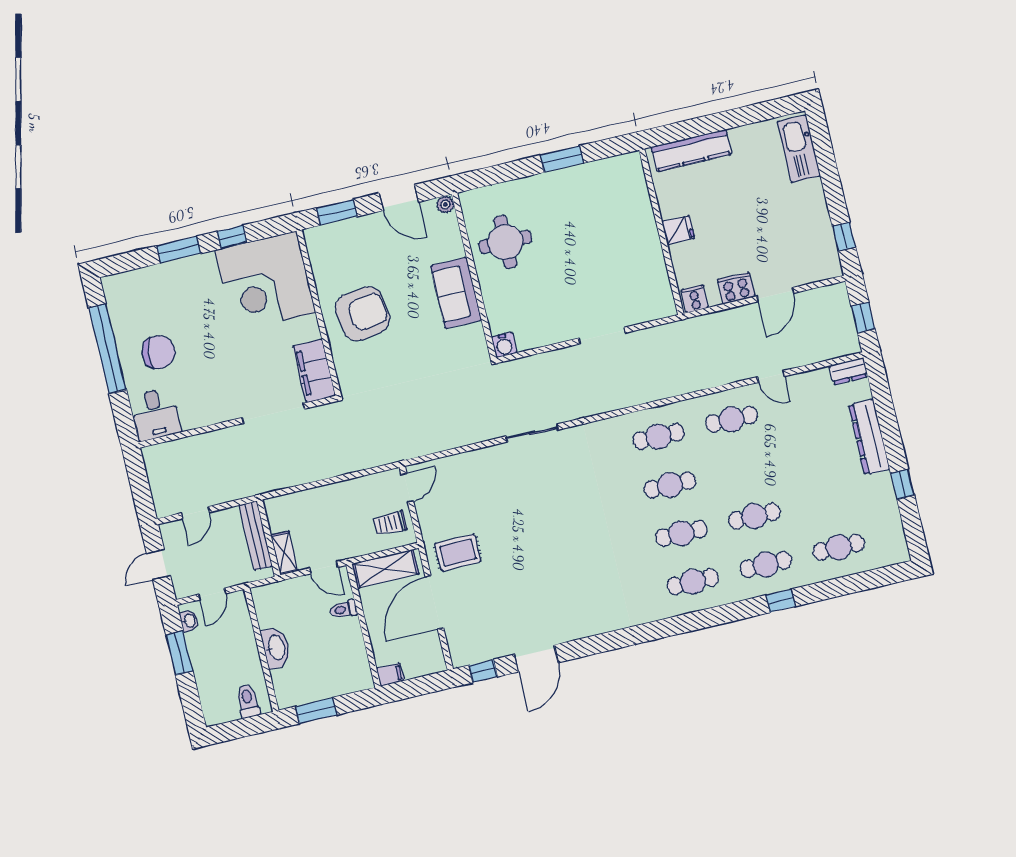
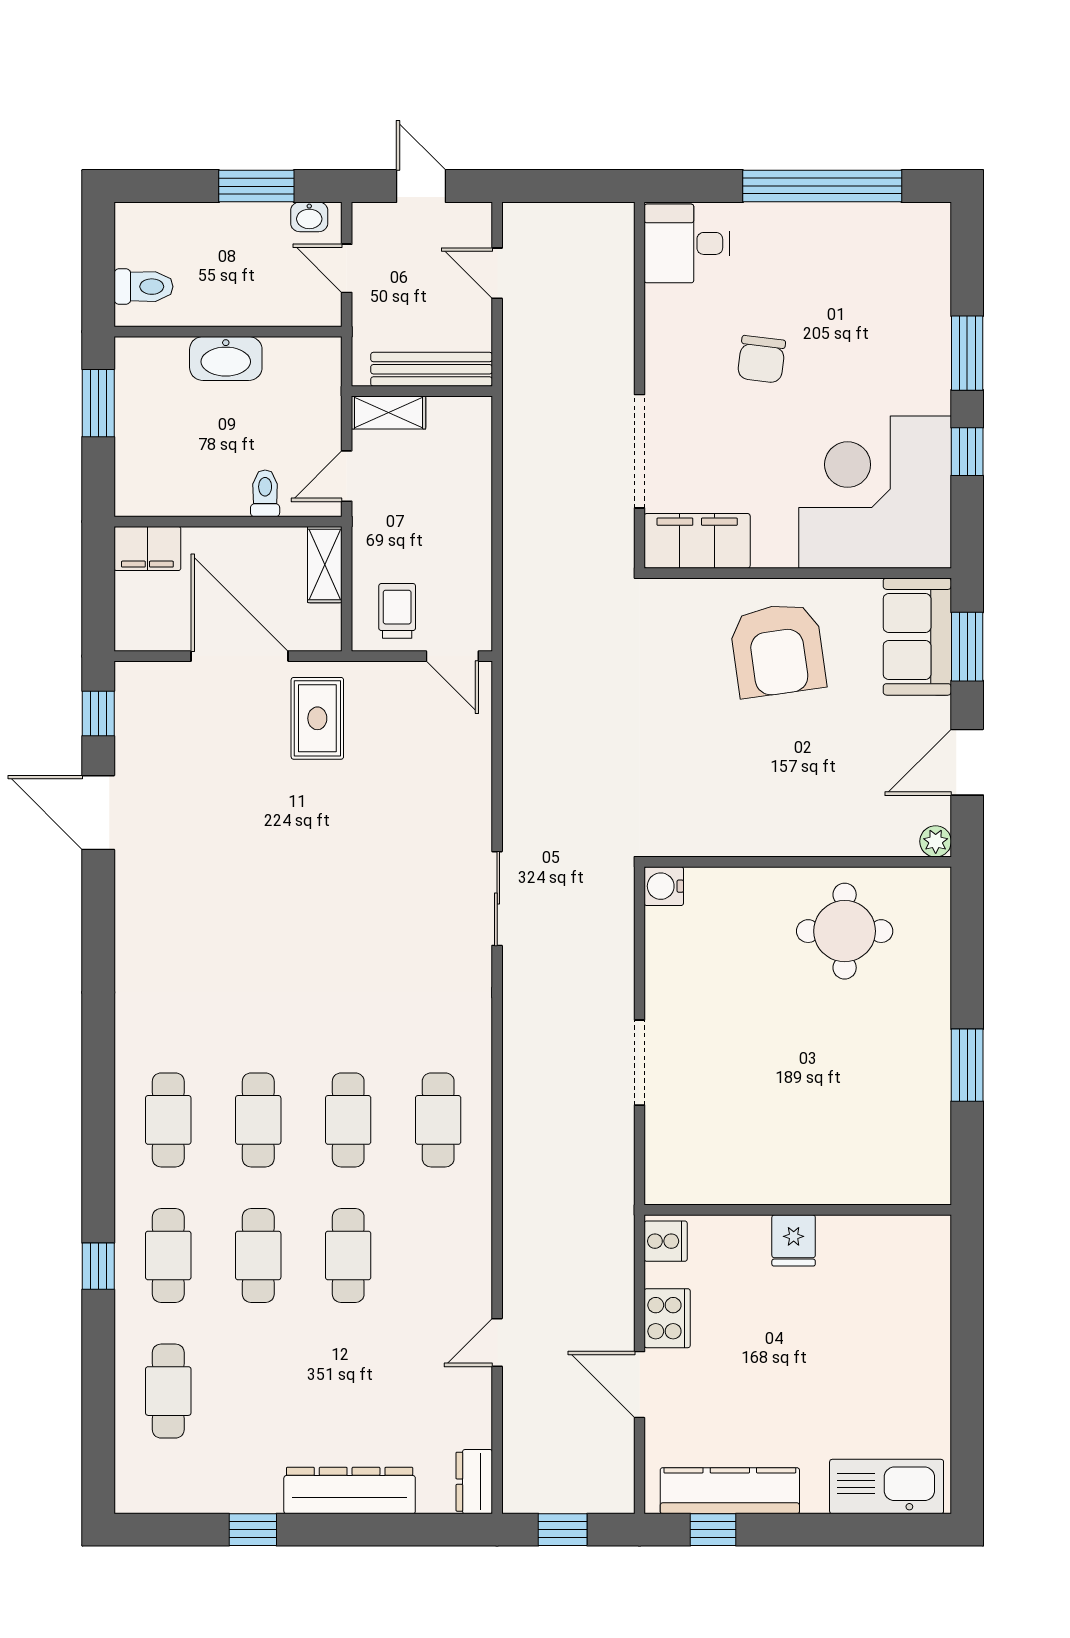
kitchen counter: (691, 151) -> (730, 1491), moved, turned 90
sofa: (456, 293) -> (917, 637), moved, turned -90
chair: (158, 352) -> (761, 359), moved, width x0.73, depth x0.73
cafe table: (731, 419) -> (348, 1255), moved
shelving: (385, 569) -> (325, 565), width x0.67, depth x0.75
filing cabinet: (390, 675) -> (147, 549), width x2.00

